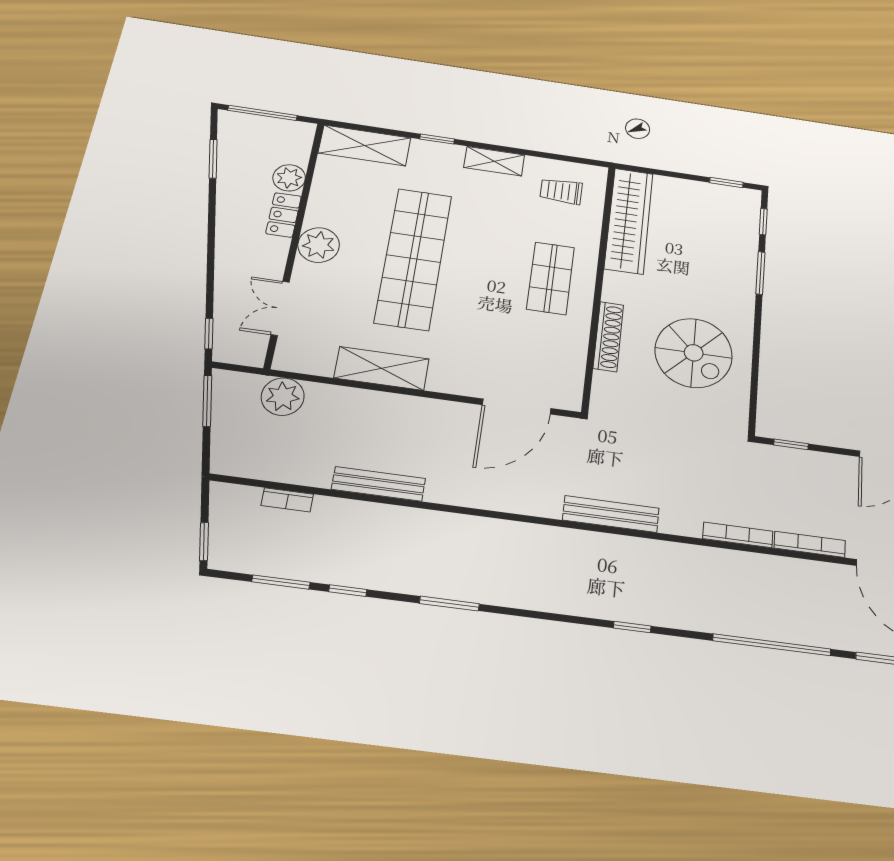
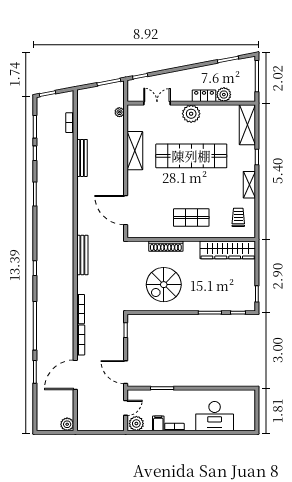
plant: (283, 397) -> (119, 112), width x0.53, depth x0.53

